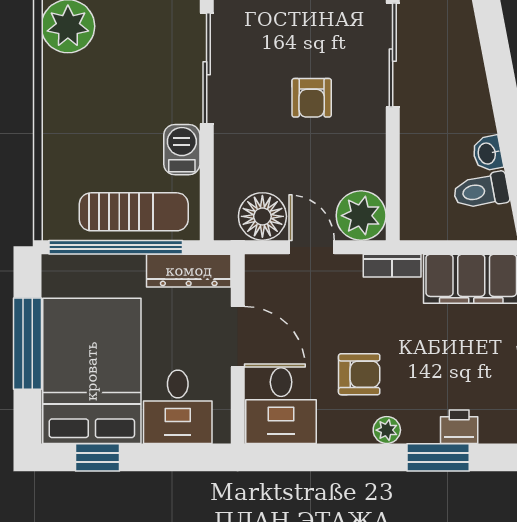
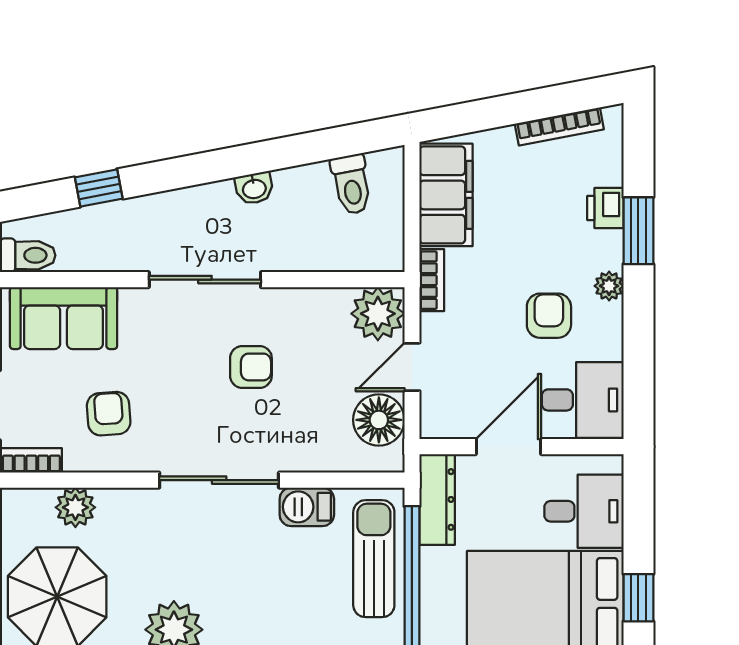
washbasin: (488, 153) -> (254, 188), moved

